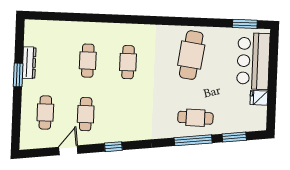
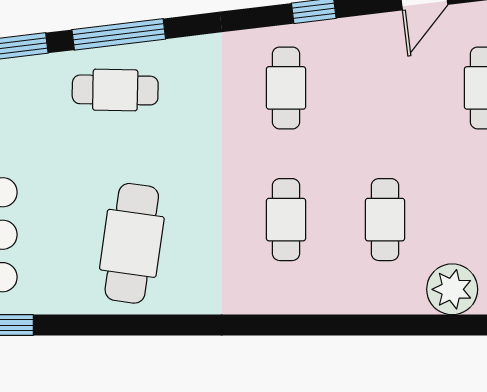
plant: (62, 31) -> (452, 289), added
cafe table: (86, 114) -> (286, 88), moved

